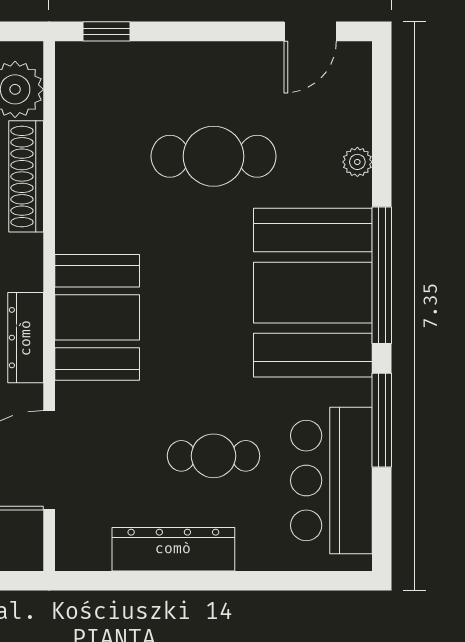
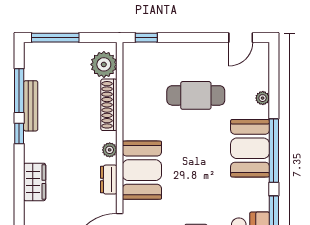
plant: (28, 274) -> (110, 150), added
booth: (313, 293) -> (250, 148), width x0.73, depth x0.70
dresser: (26, 338) -> (109, 180), width x0.70

